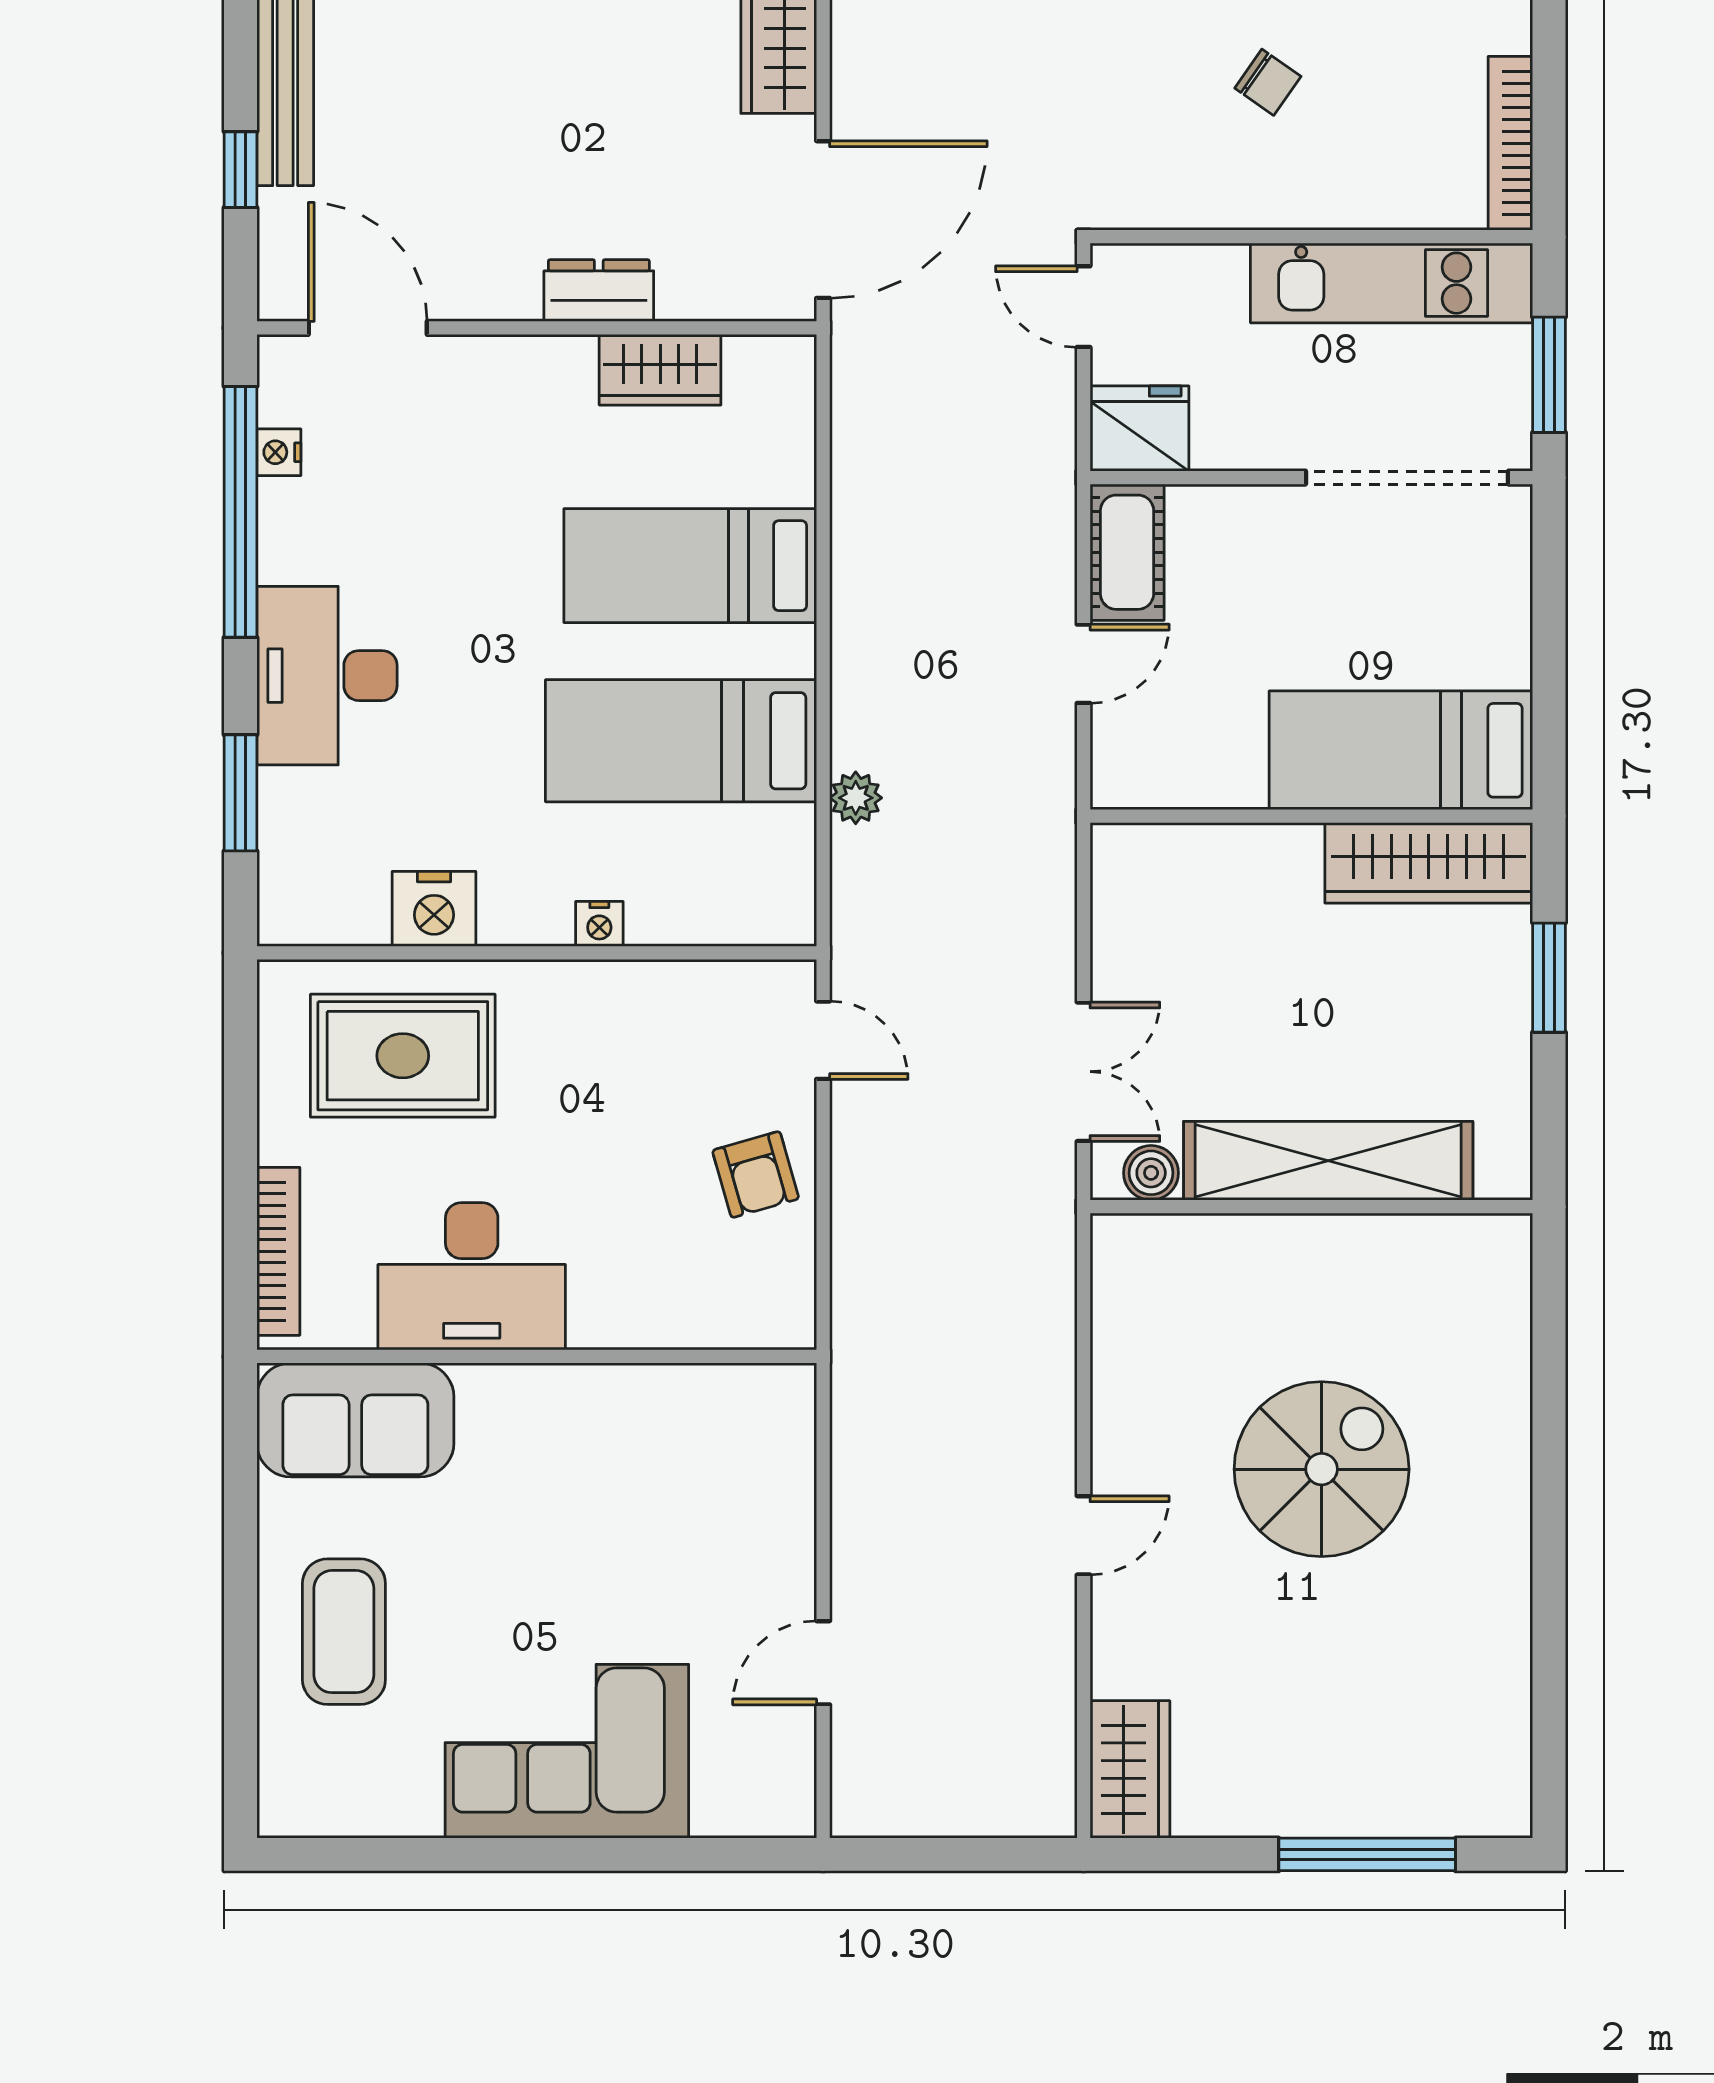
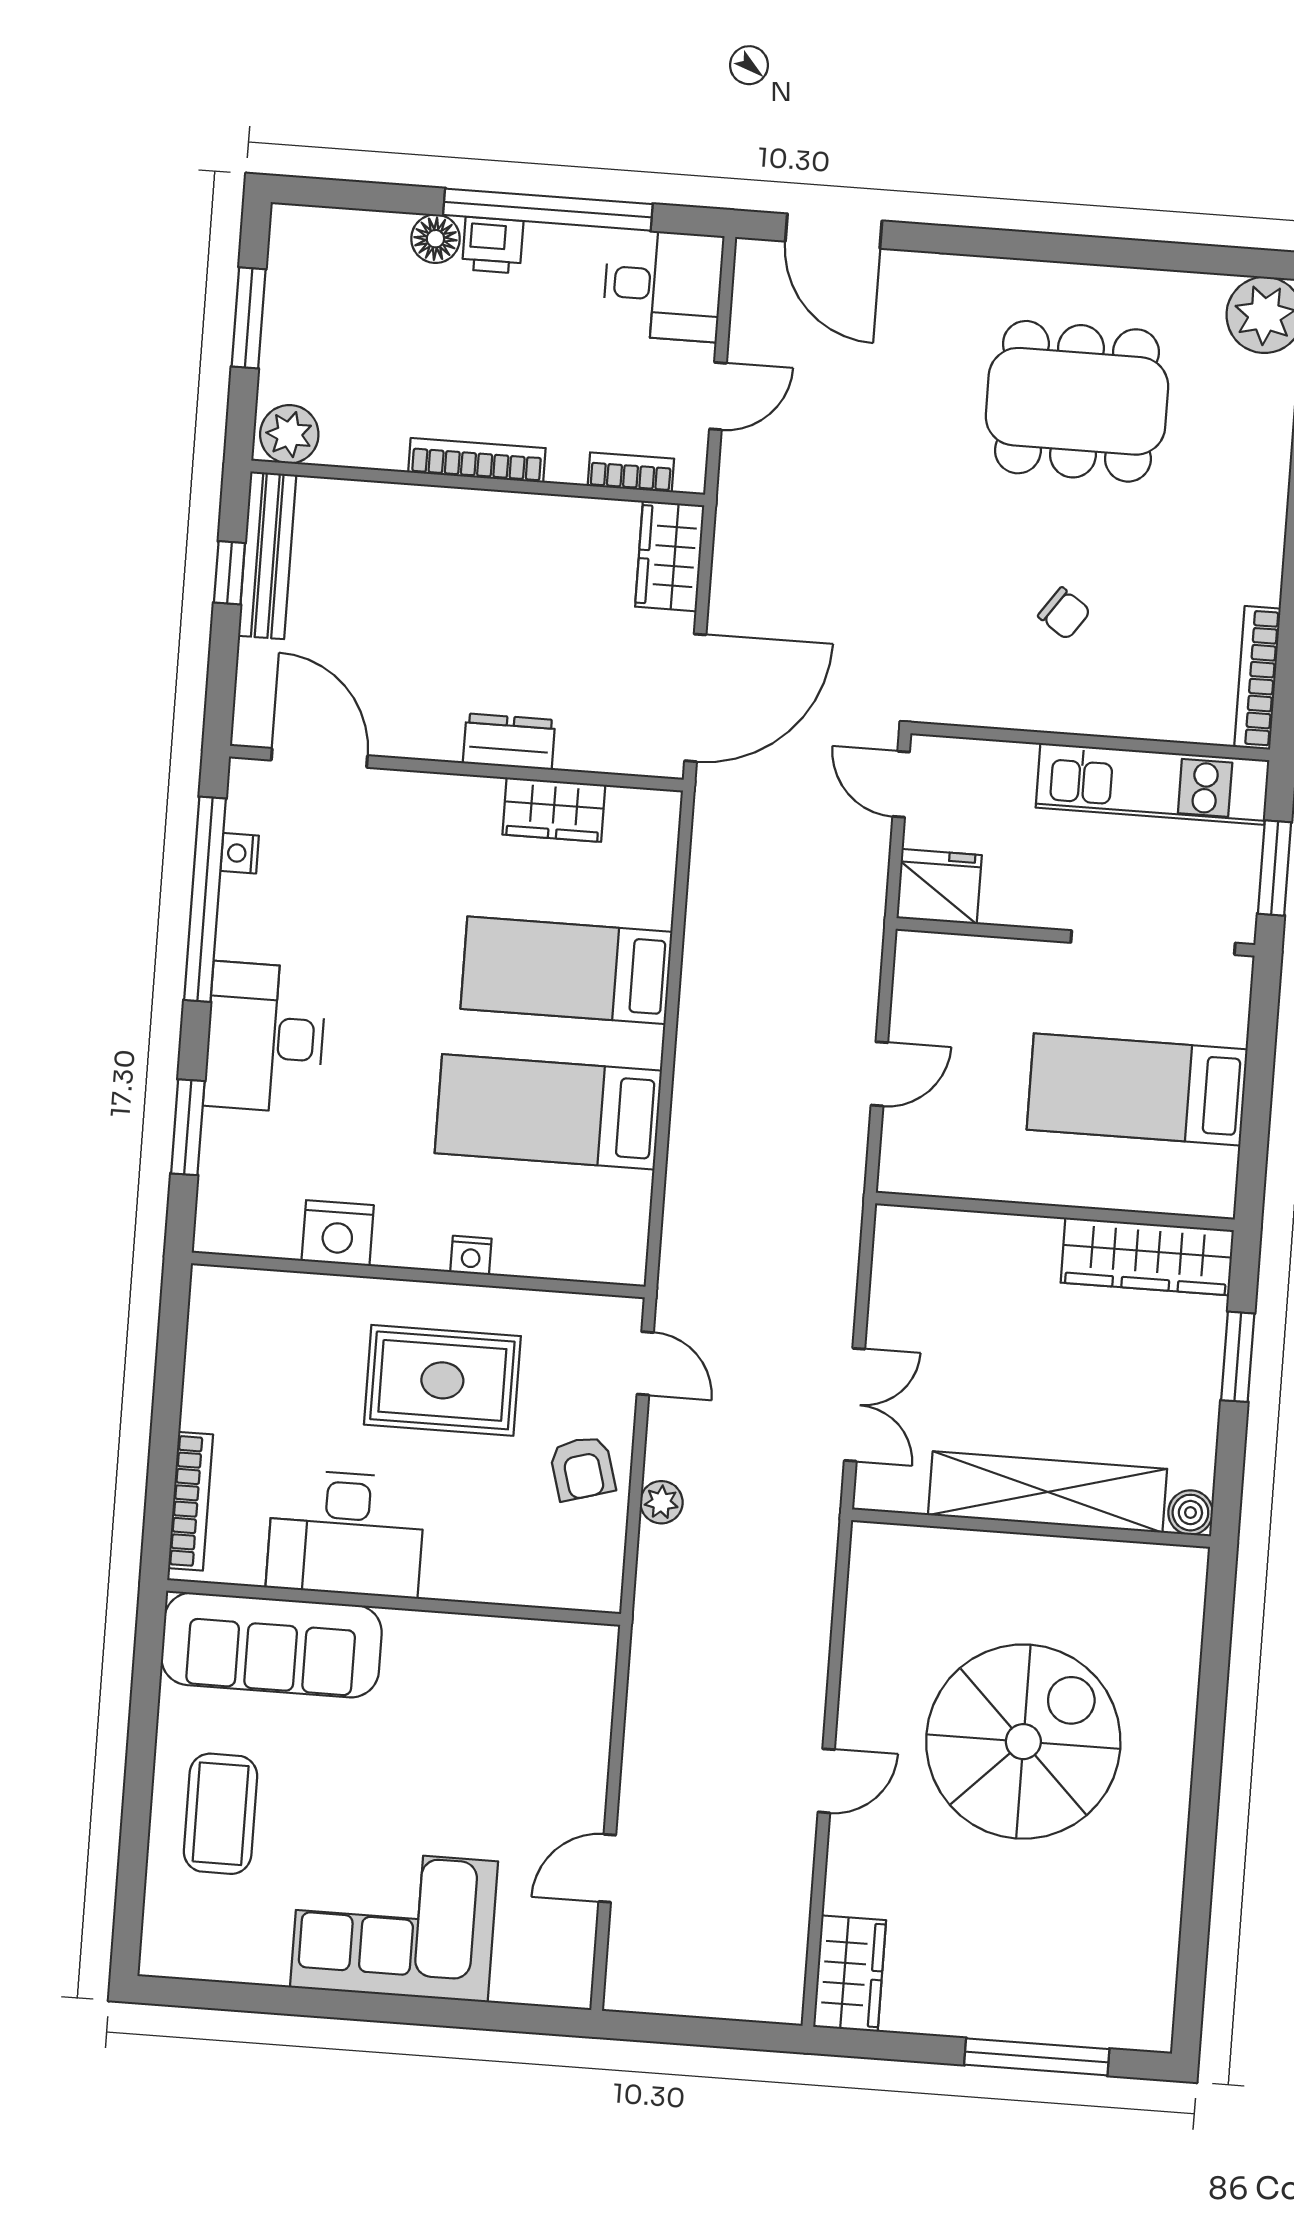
window: (240, 170) -> (229, 573), moved
cot: (1127, 552) -> (921, 986), removed
bed: (1401, 750) -> (1137, 1090), moved
plant: (856, 798) -> (661, 1502), moved
rug: (403, 1056) -> (442, 1380), moved
boiler: (1151, 1173) -> (1190, 1513), moved
sofa: (355, 1420) -> (272, 1645), width x1.36
spiral stairs: (1322, 1469) -> (1023, 1742), width x1.37, depth x1.37

